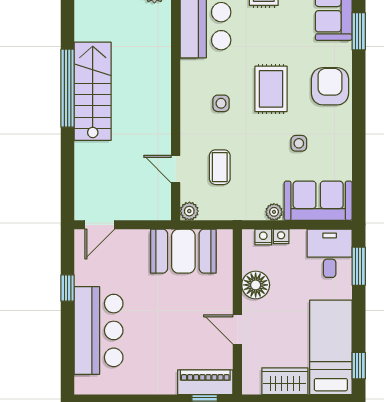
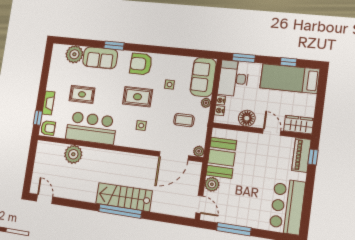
coffee table: (220, 167) -> (184, 120), moved
door: (176, 169) -> (174, 156), width x1.87
plant: (137, 241) -> (212, 184), added
desk: (330, 253) -> (233, 78), width x1.37
window: (68, 288) -> (234, 229), width x2.17
door: (237, 329) -> (272, 132), swing flipped
bar counter: (99, 330) -> (287, 206), moved, turned -90
window: (359, 366) -> (288, 62), moved
wardrobe: (285, 381) -> (299, 125), moved, turned 90

